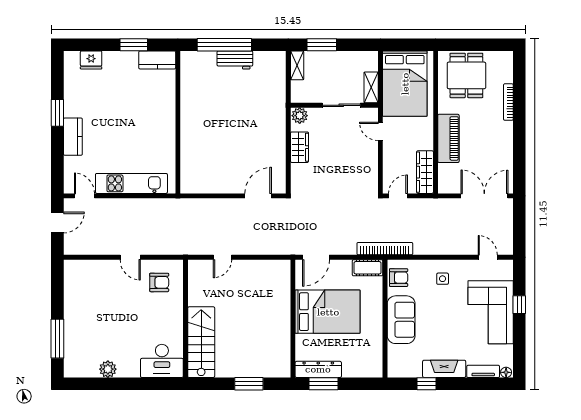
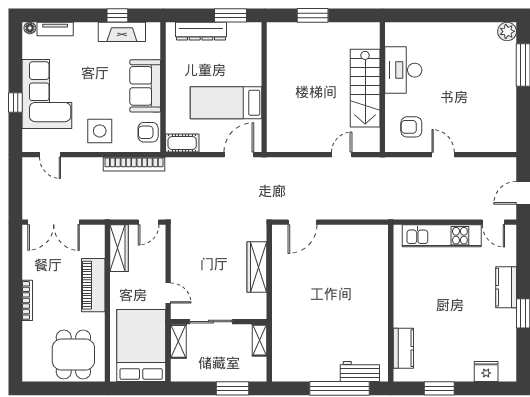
kitchen counter: (157, 60) -> (403, 348), moved, turned 90
workbench: (235, 60) -> (360, 371), moved
shelving: (297, 65) -> (260, 340), moved
bookcase: (508, 102) -> (27, 300), moved
plant: (300, 116) -> (257, 310), removed
wardrobe: (300, 147) -> (257, 267), width x1.50
bookcase: (385, 249) -> (134, 164), moved
side table: (443, 279) -> (100, 131), width x1.87, depth x1.87
bed: (328, 312) -> (226, 103), width x0.67
stairs: (201, 342) -> (365, 88), moved
desk: (162, 361) -> (403, 70), moved, turned -90
plant: (108, 369) -> (507, 31), moved
dresser: (318, 369) -> (201, 31), moved
fireplace: (444, 369) -> (122, 32), moved

